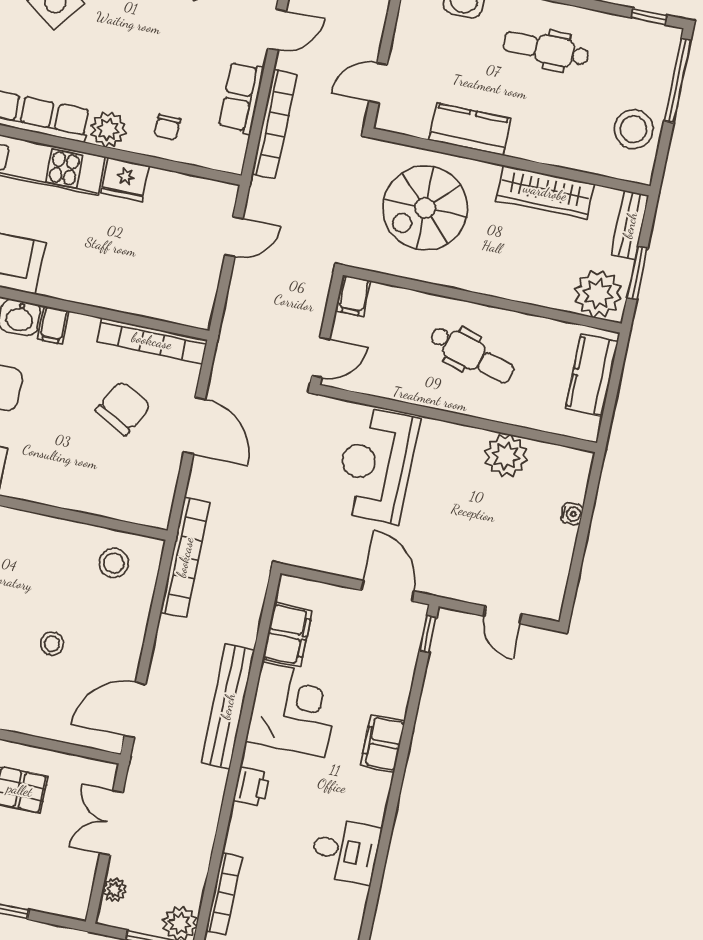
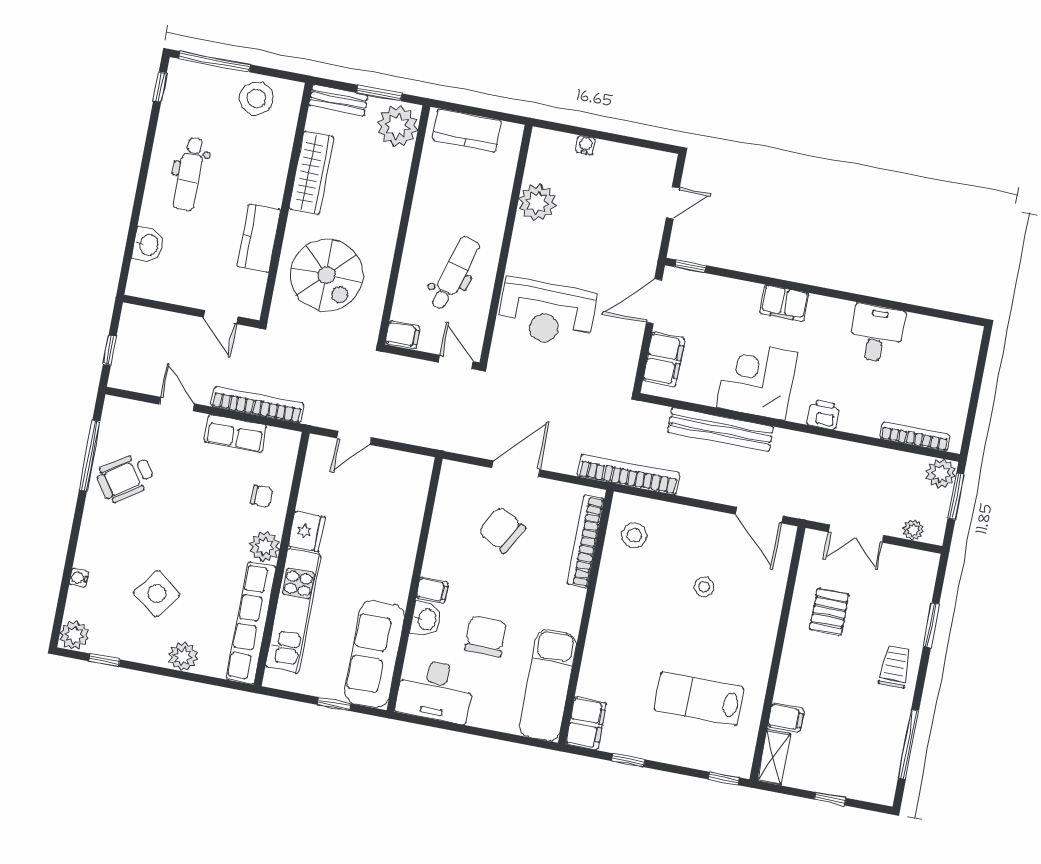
door: (234, 237) -> (354, 438), swing flipped
bookcase: (152, 341) -> (586, 542), moved, turned 180
dental chair: (472, 355) -> (455, 273), moved
filing cabinet: (287, 635) -> (664, 359), moved, turned 90
bench: (228, 706) -> (721, 429), moved

